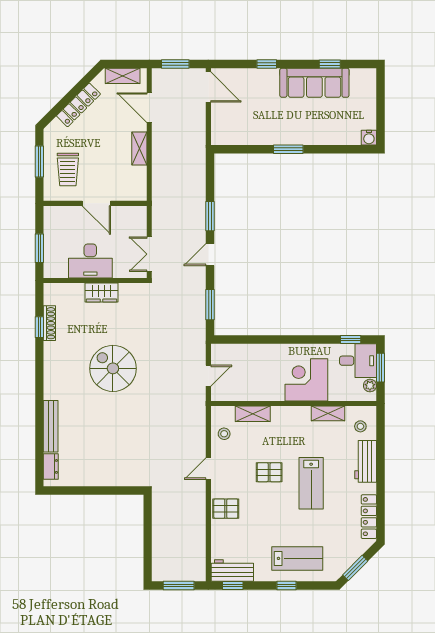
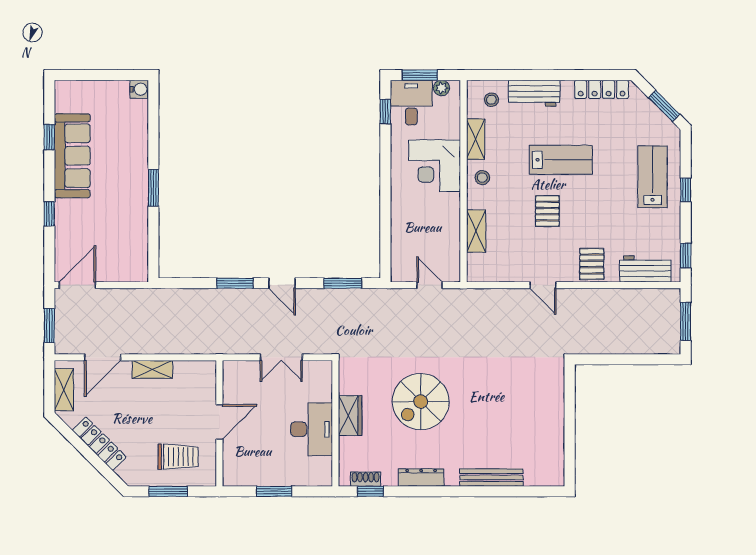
desk: (90, 261) -> (312, 429), moved
wall: (95, 280) -> (335, 423), moved
wardrobe: (102, 292) -> (350, 416), moved
shoe rack: (49, 323) -> (366, 479), width x0.70
stool: (224, 434) -> (482, 178), moved
dresser: (51, 466) -> (421, 477), moved, width x1.44
workbench: (232, 571) -> (645, 269), moved, turned 90

